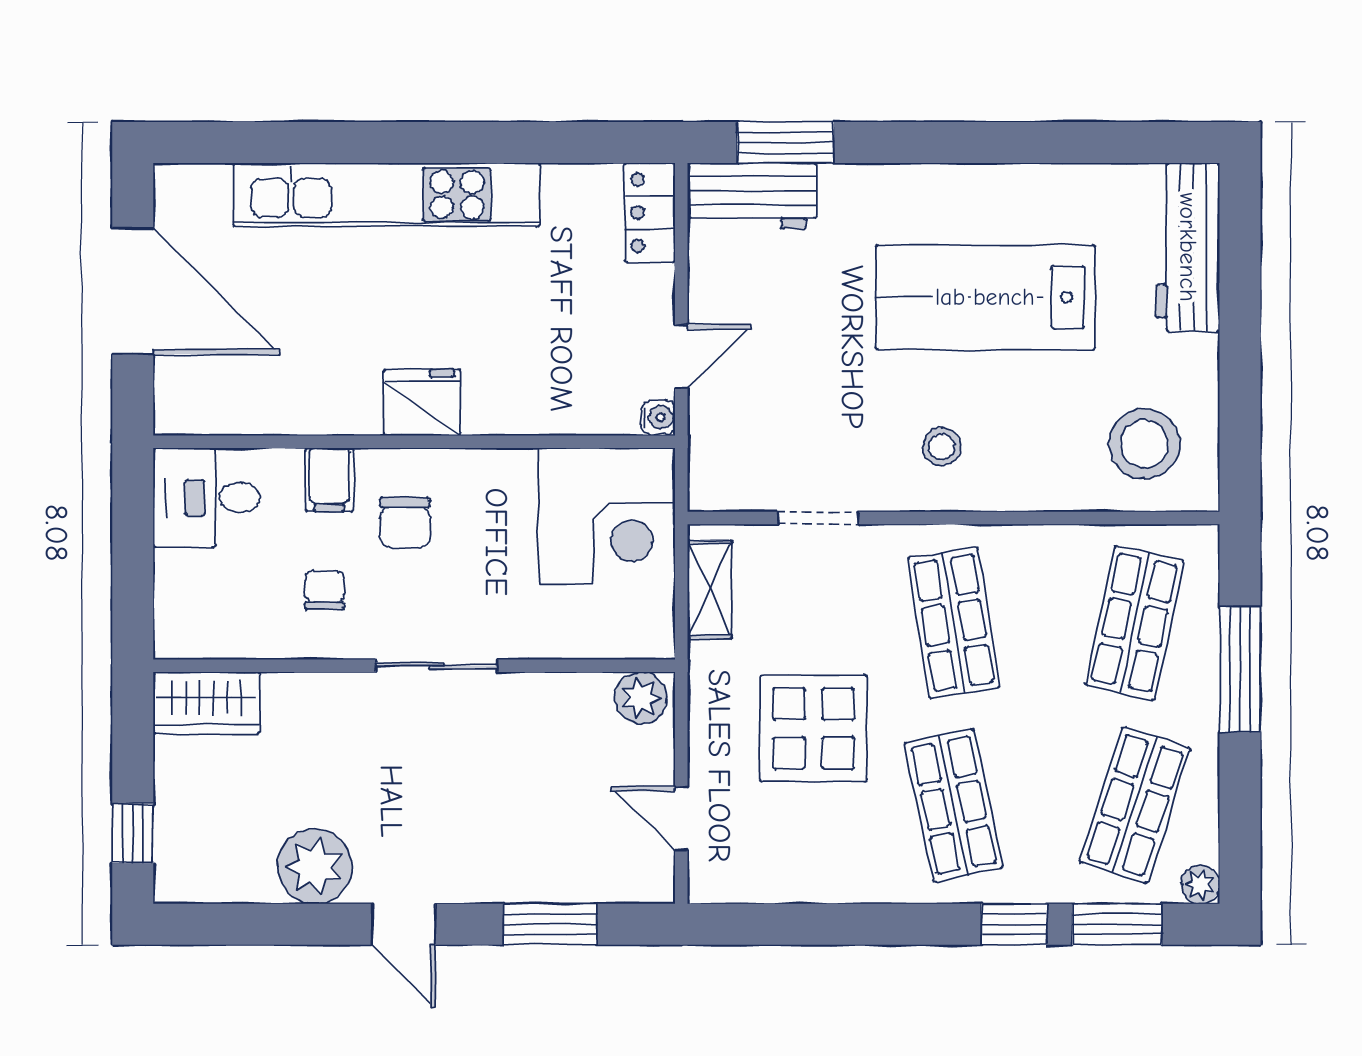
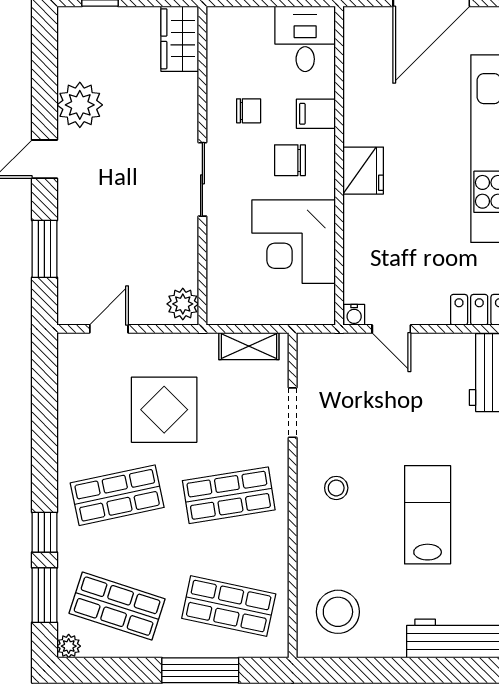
lab bench: (985, 297) -> (428, 515), width x0.73, depth x0.72
corner desk: (607, 516) -> (294, 242), moved

